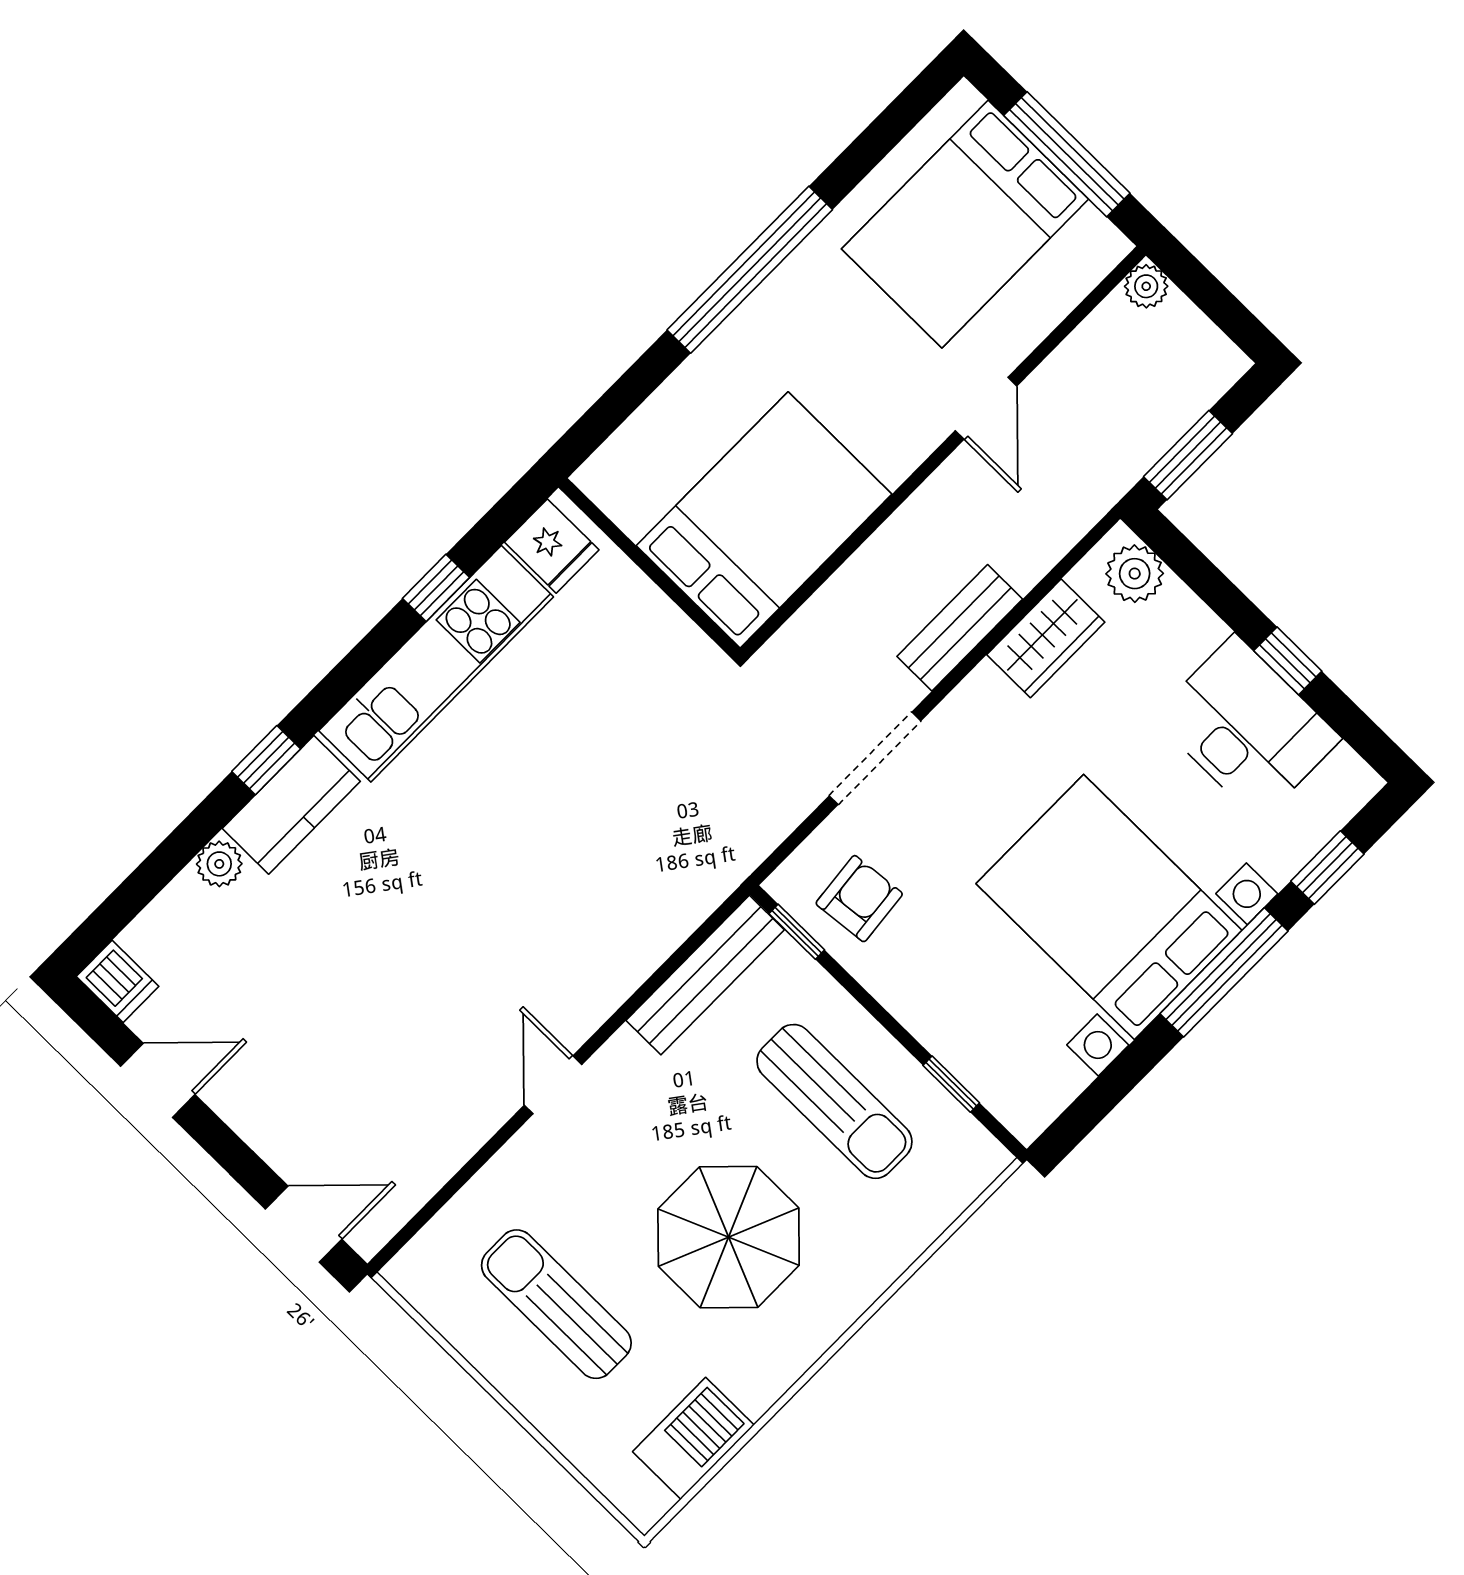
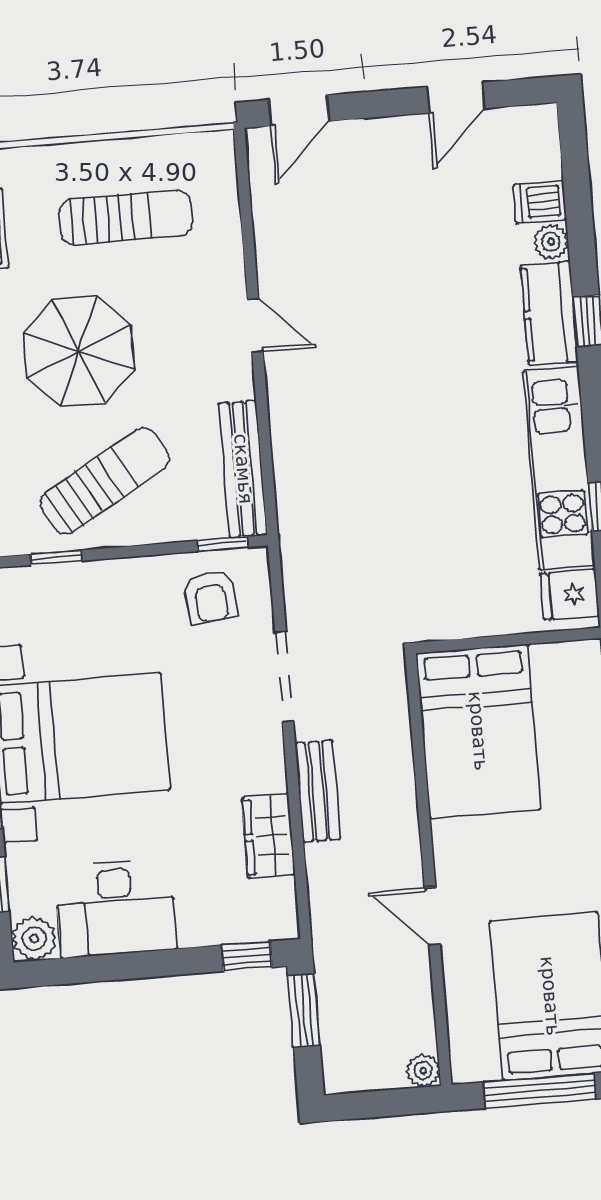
plant: (1135, 574) -> (34, 939), moved
window: (1288, 661) -> (247, 956), moved
dishwasher: (118, 981) -> (540, 202), moved
sun lounger: (834, 1101) -> (105, 481), turned 150

